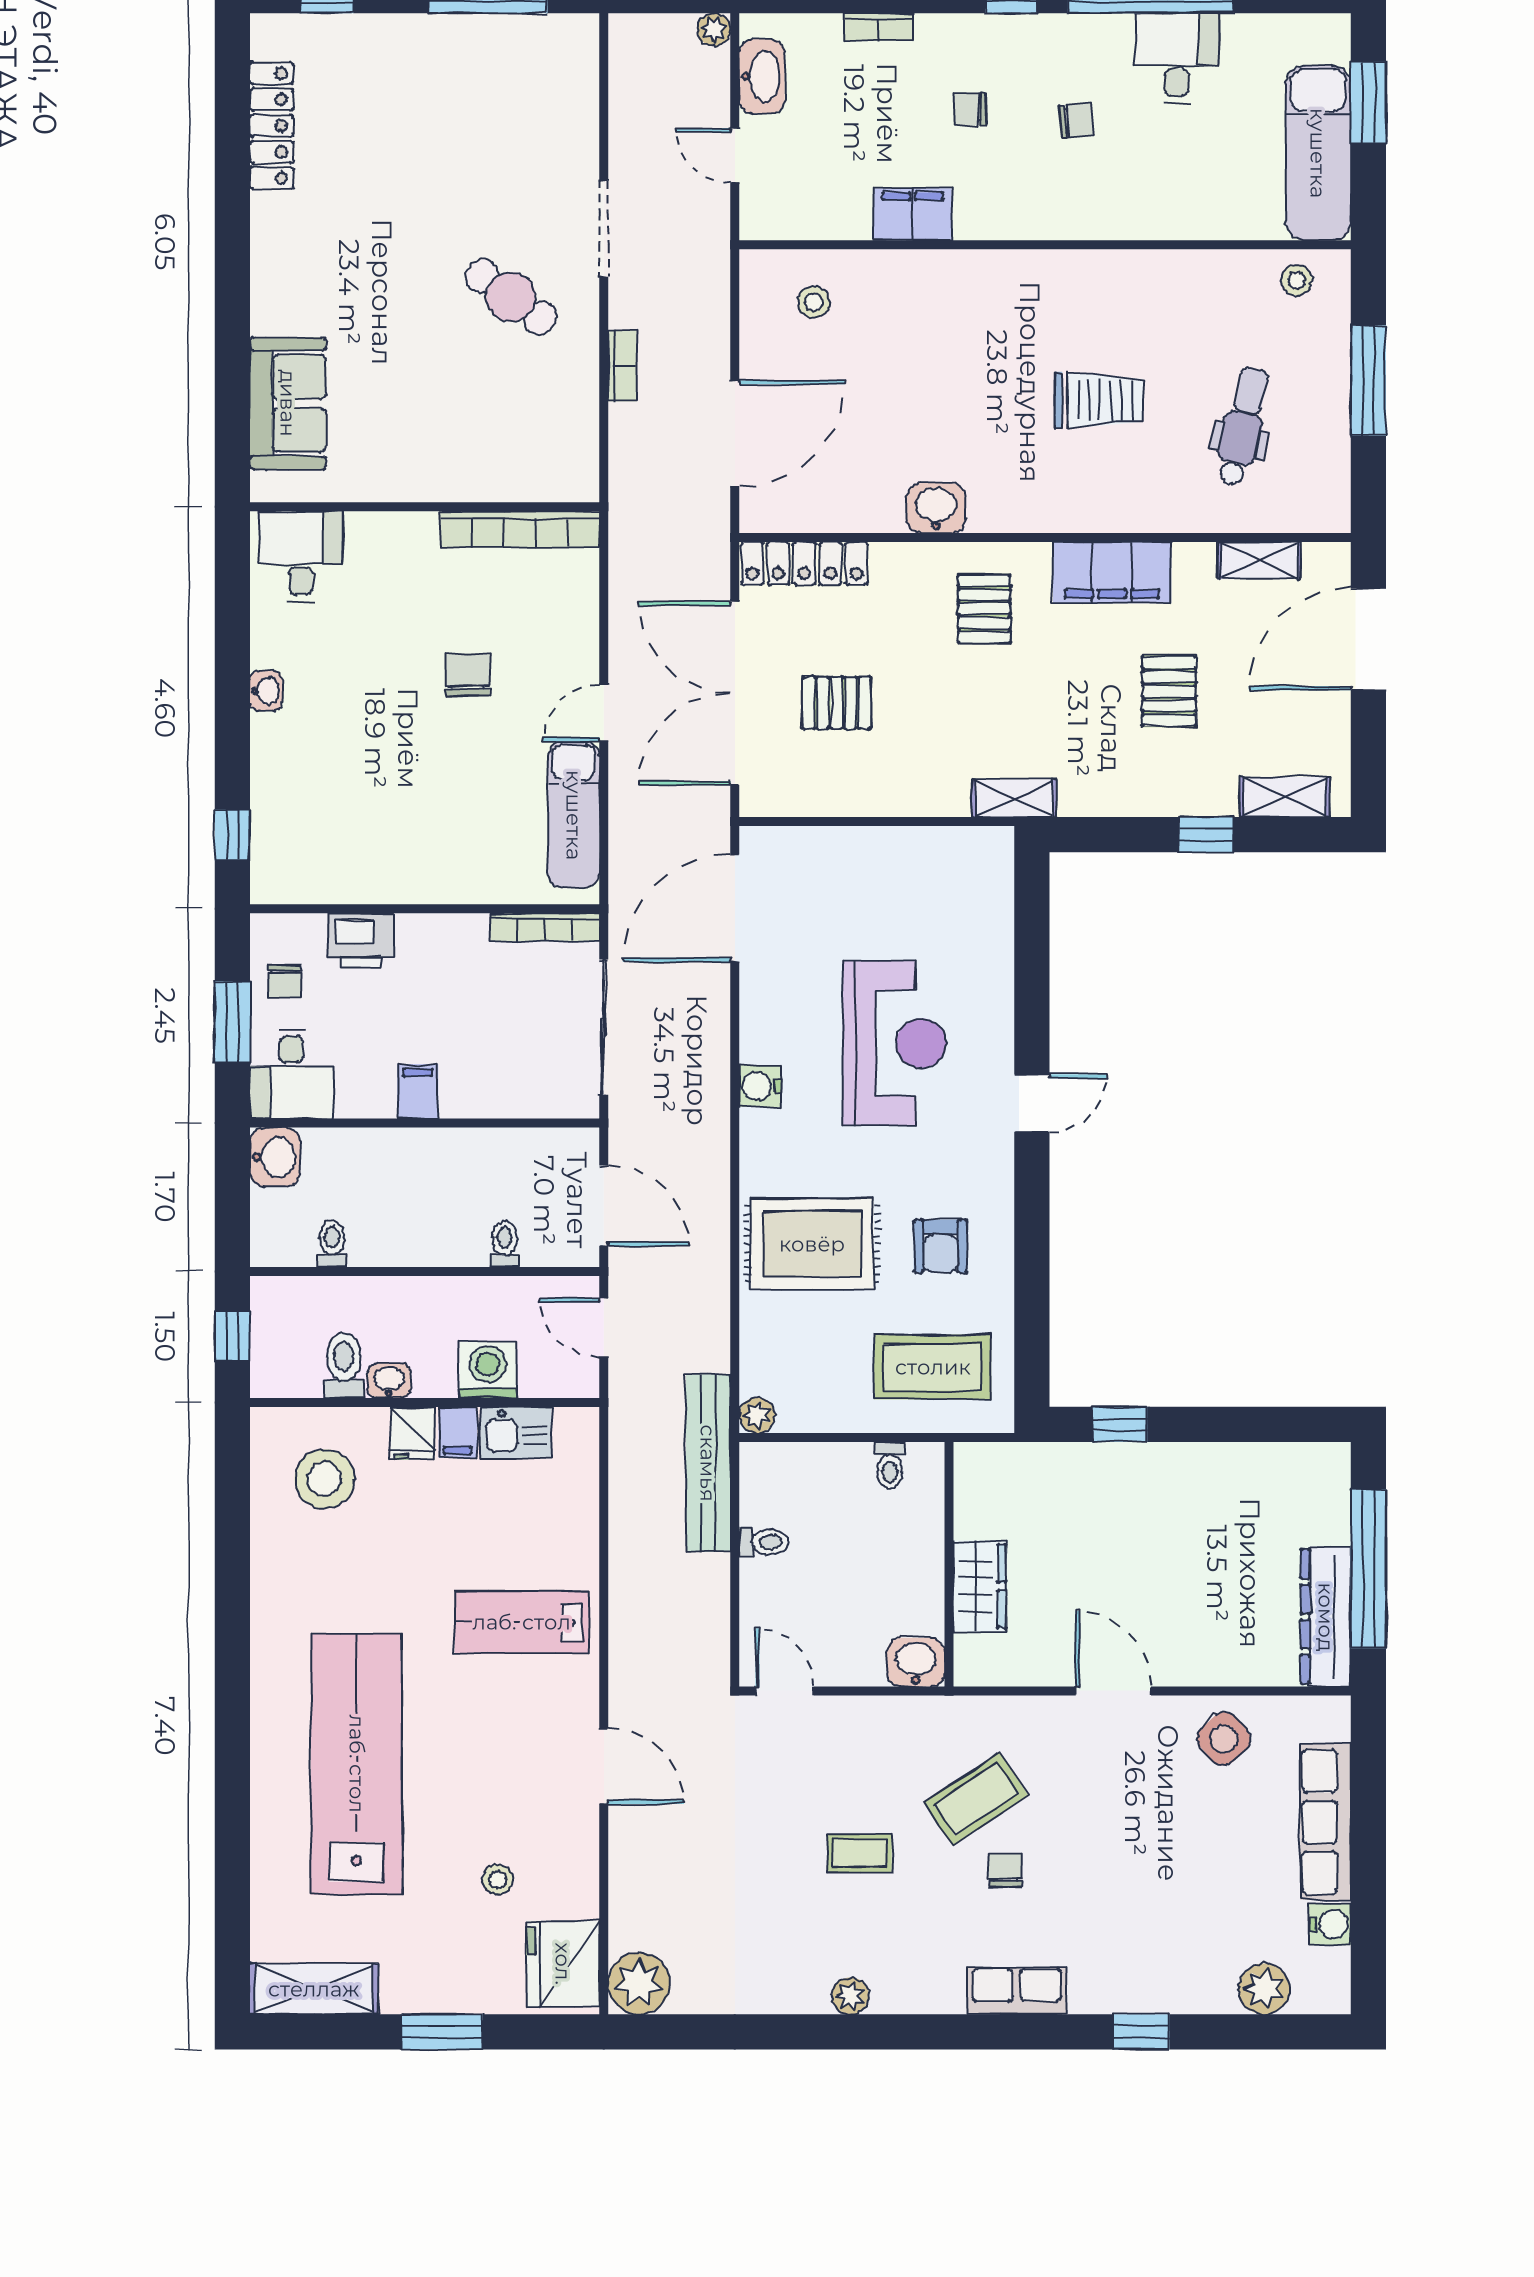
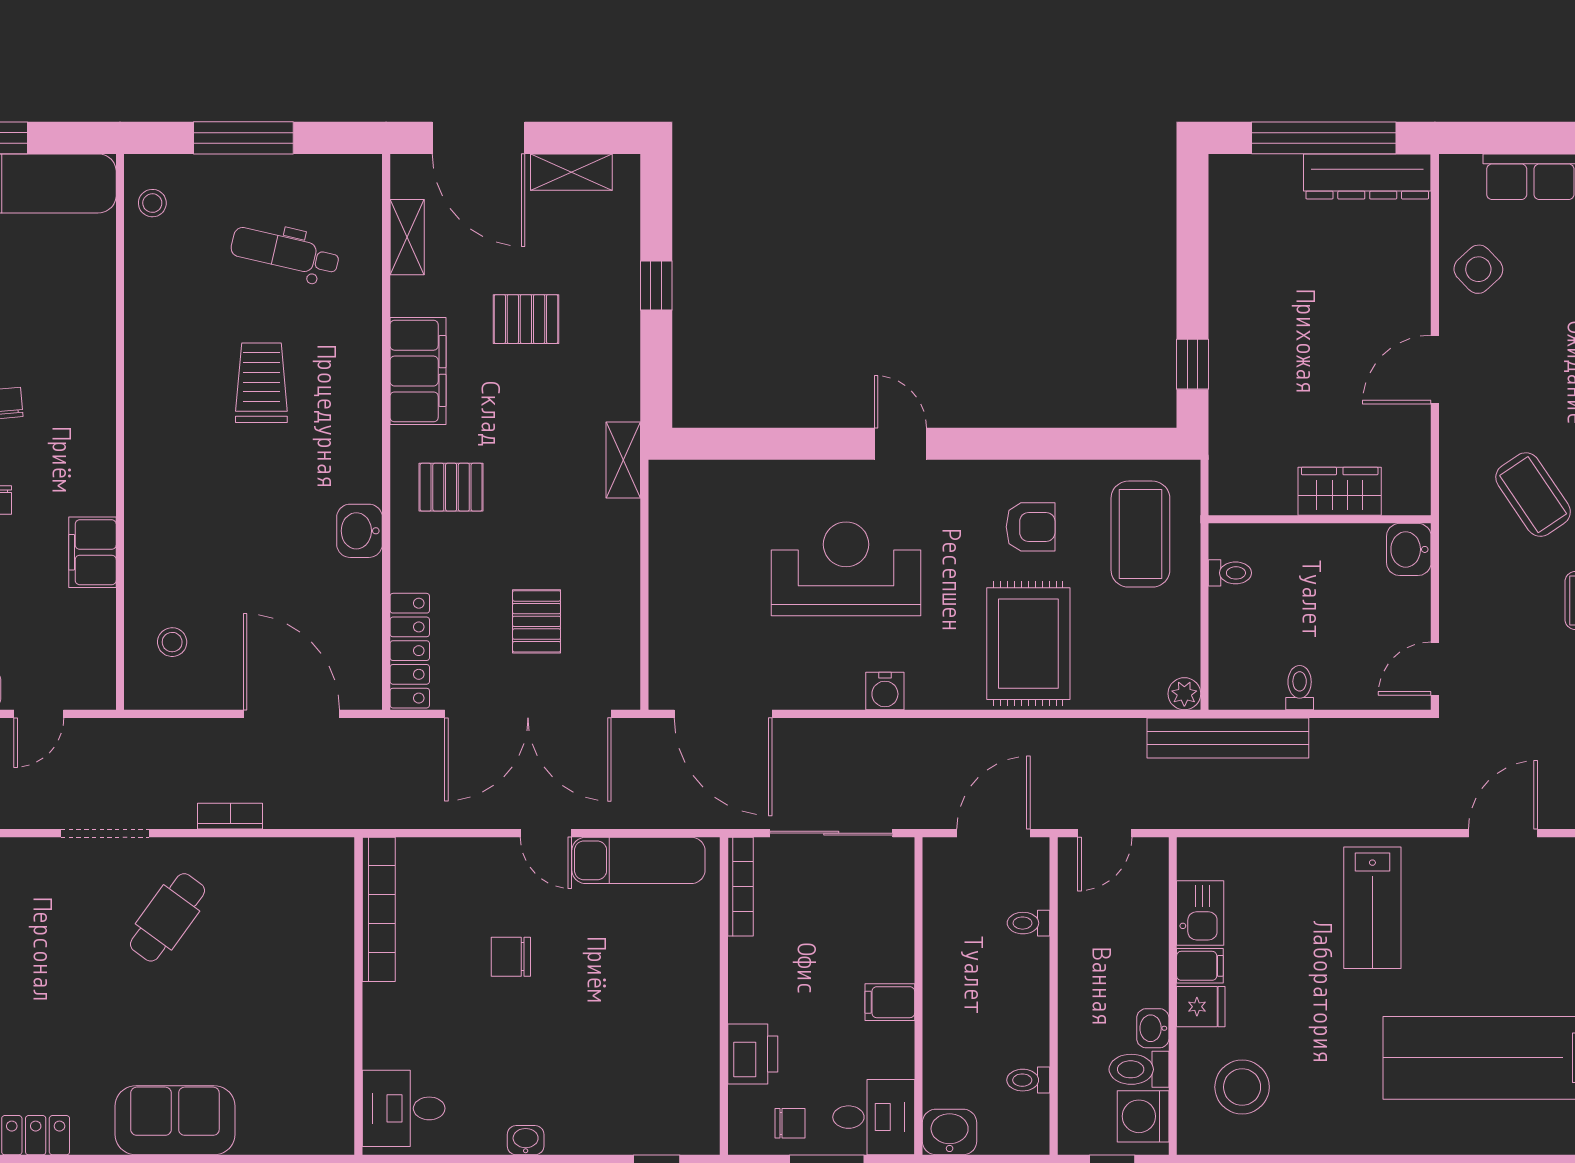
sofa: (288, 403) -> (175, 1120), moved
shelving: (1285, 797) -> (571, 172), moved, turned 90
washing machine: (488, 1370) -> (1143, 1116), moved

